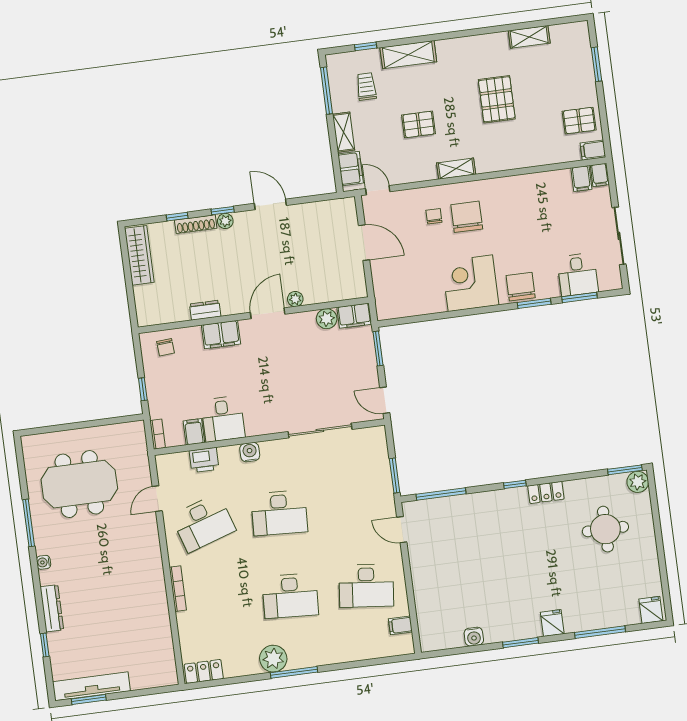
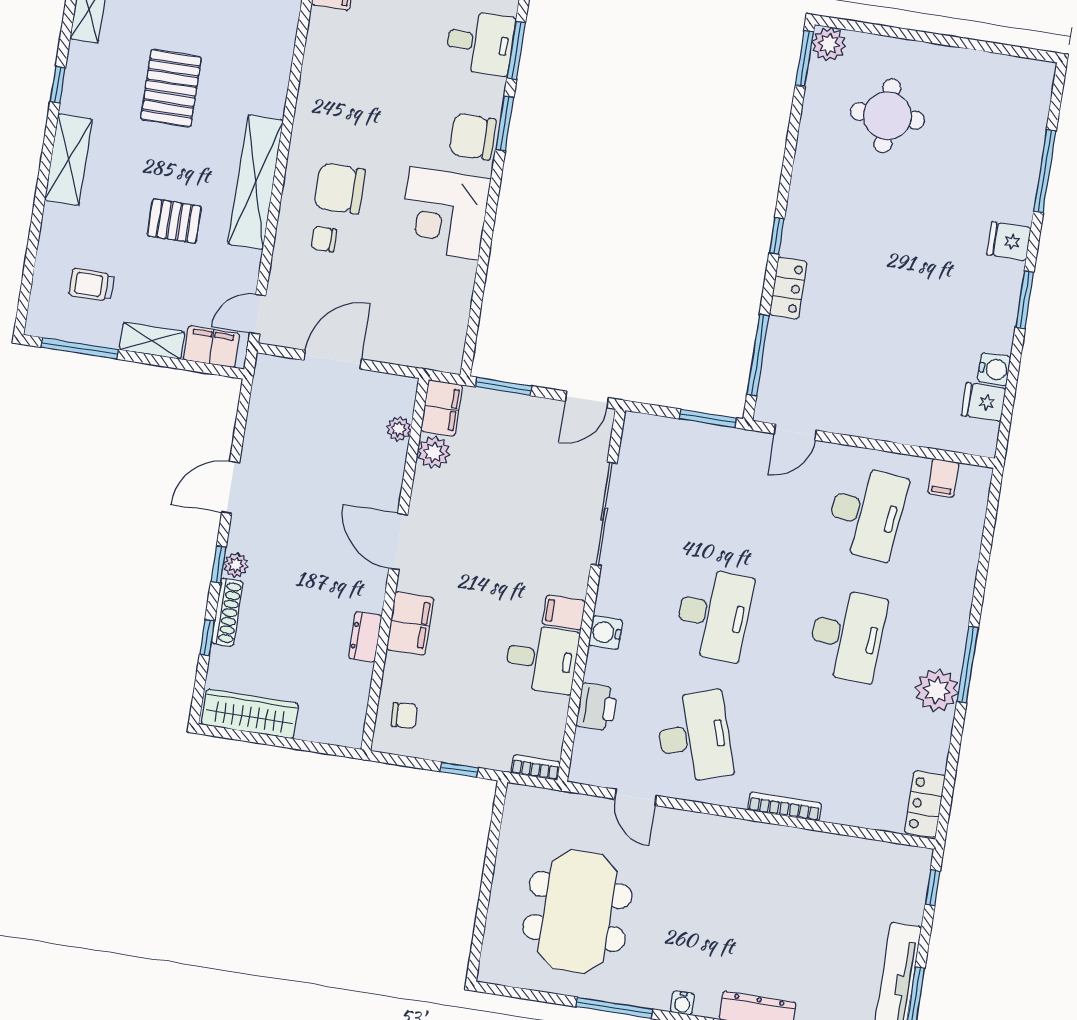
window: (366, 46) -> (58, 85), moved
shelving: (408, 55) -> (68, 160), moved
pallet: (497, 99) -> (171, 88), turned 90
pallet: (419, 124) -> (174, 221), turned 90
shelving: (456, 169) -> (256, 182), width x2.20, depth x1.33
plant: (295, 299) -> (399, 429), moved
filing cabinet: (194, 432) -> (564, 612), moved
locker: (546, 492) -> (788, 288), moved
fridge: (651, 610) -> (984, 402), moved
window: (155, 691) -> (933, 888), added

